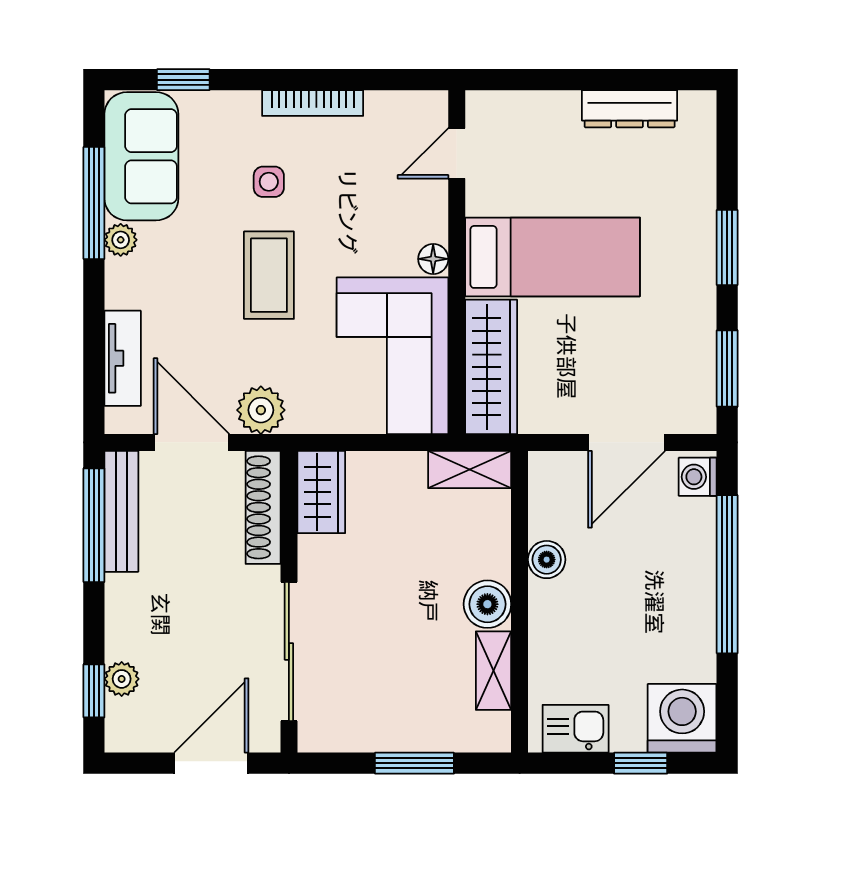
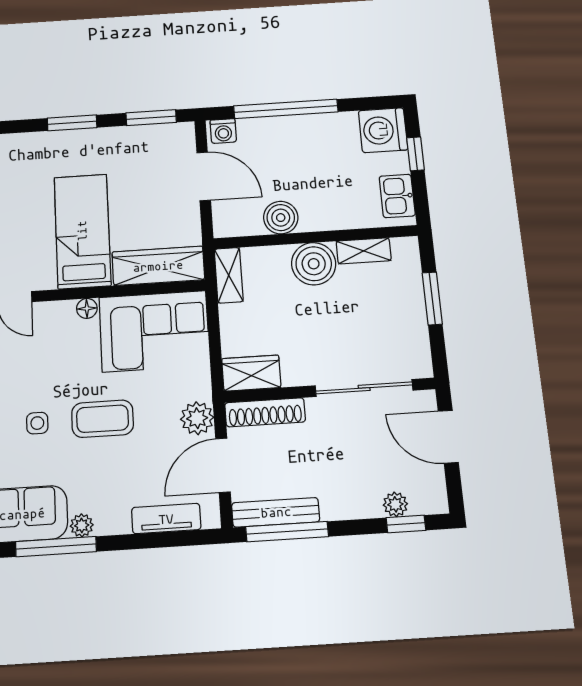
boiler: (547, 560) -> (281, 218), width x1.36, depth x1.36
boiler: (487, 604) -> (314, 264), width x1.37, depth x1.37

